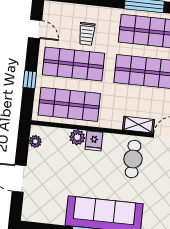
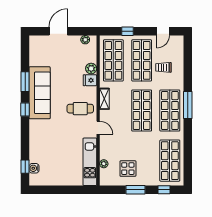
shelving: (138, 125) -> (104, 99), moved

